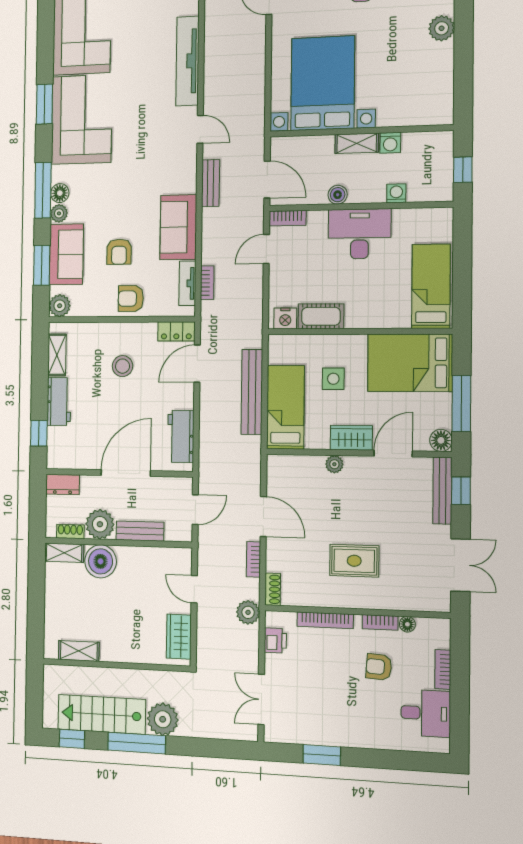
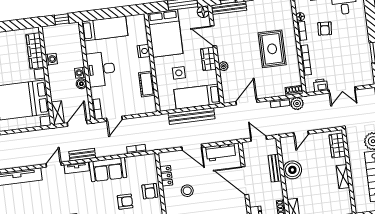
wardrobe: (410, 114) -> (35, 51), added
shelving: (357, 143) -> (58, 113), moved
washing machine: (396, 193) -> (80, 73), moved
door: (266, 249) -> (114, 119), hinge flipped
tv unit: (187, 283) -> (77, 168), moved
bed: (431, 286) -> (105, 29), moved, turned 180
nightstand: (285, 318) -> (144, 51), moved
locker: (176, 331) -> (166, 176), moved
door: (197, 364) -> (192, 147), moved
door: (263, 517) -> (246, 102), moved
plant: (100, 524) -> (275, 191), removed
boiler: (101, 561) -> (292, 170), moved
rug: (354, 561) -> (272, 49), width x1.36, depth x1.43
plant: (248, 612) -> (297, 104), moved
wardrobe: (179, 637) -> (337, 145), moved, turned 90
shelving: (79, 651) -> (343, 177), moved
double door: (261, 699) -> (342, 90), moved

